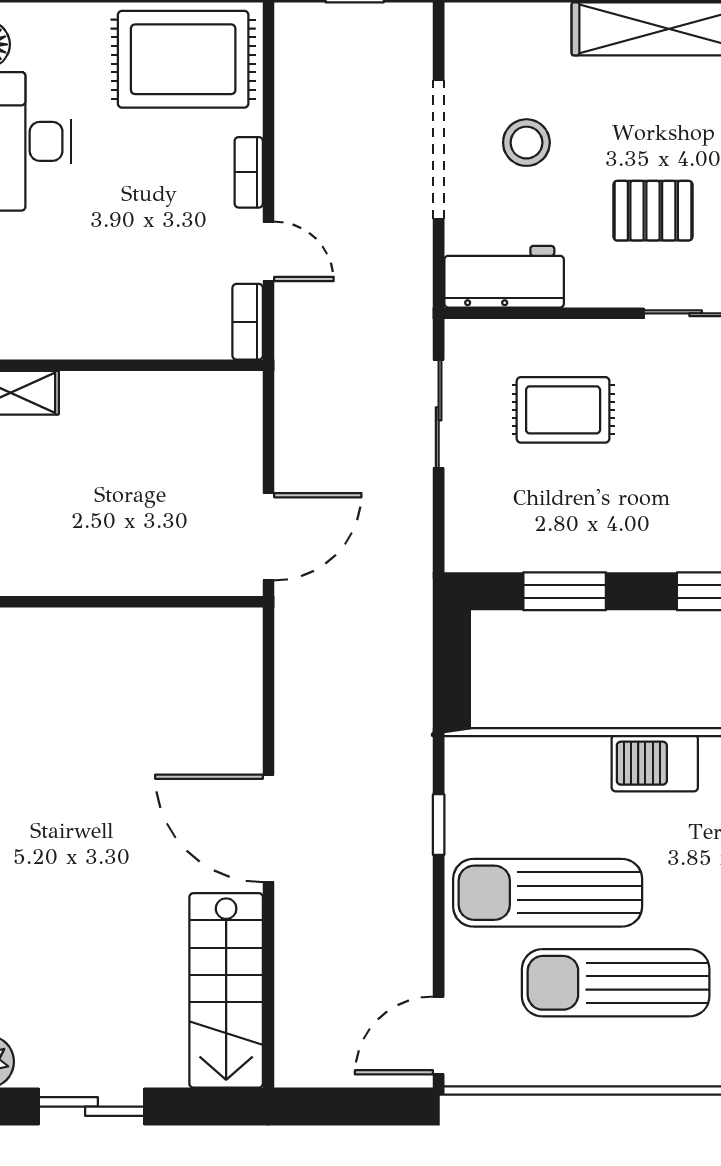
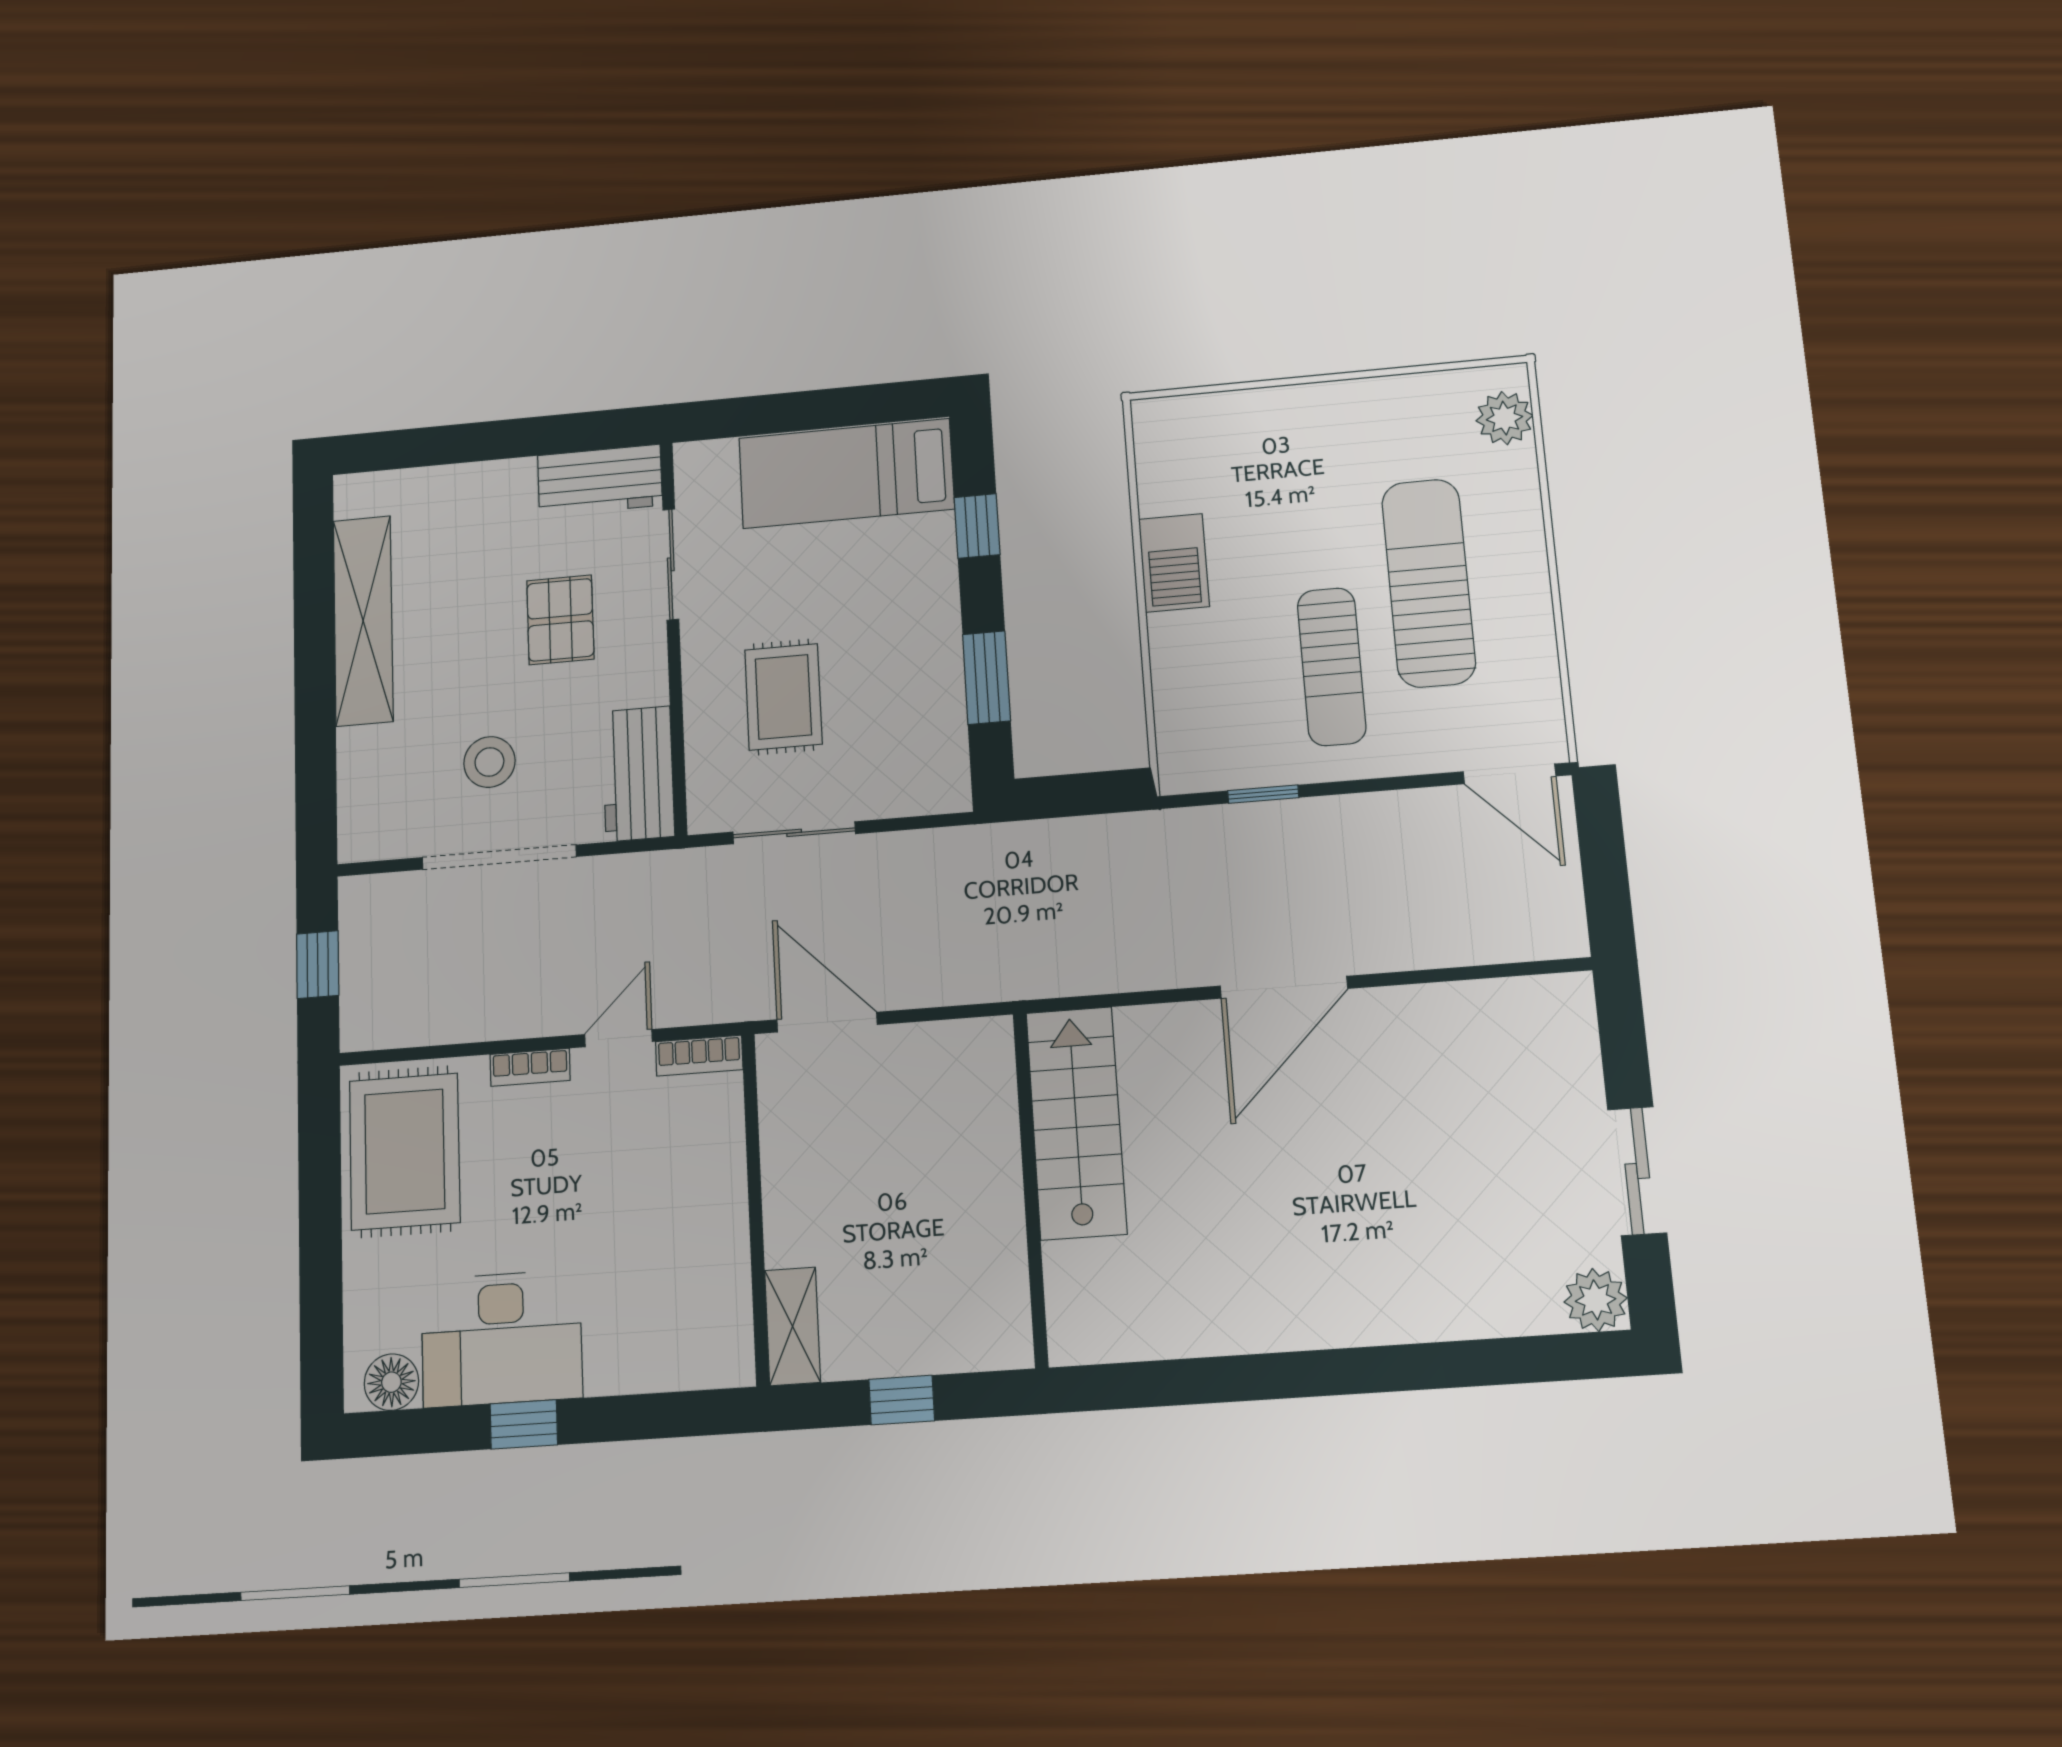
door: (268, 537) -> (827, 1022), moved
sun lounger: (548, 893) -> (1332, 667), width x0.73, depth x0.75
sun lounger: (616, 983) -> (1429, 583), turned 180
stairs: (226, 990) -> (1076, 1123), moved, turned -90

